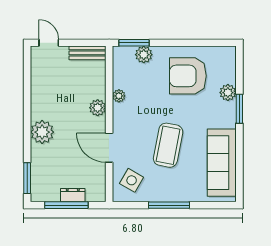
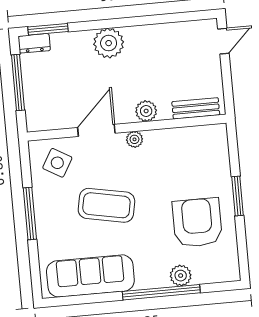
window: (134, 43) -> (237, 196), moved
bench: (87, 53) -> (196, 108), moved, turned 90
plant: (144, 55) -> (219, 164), removed
plant: (119, 96) -> (134, 139), moved
window: (239, 109) -> (161, 292), width x2.11
dresser: (73, 195) -> (34, 43), moved, turned 90

